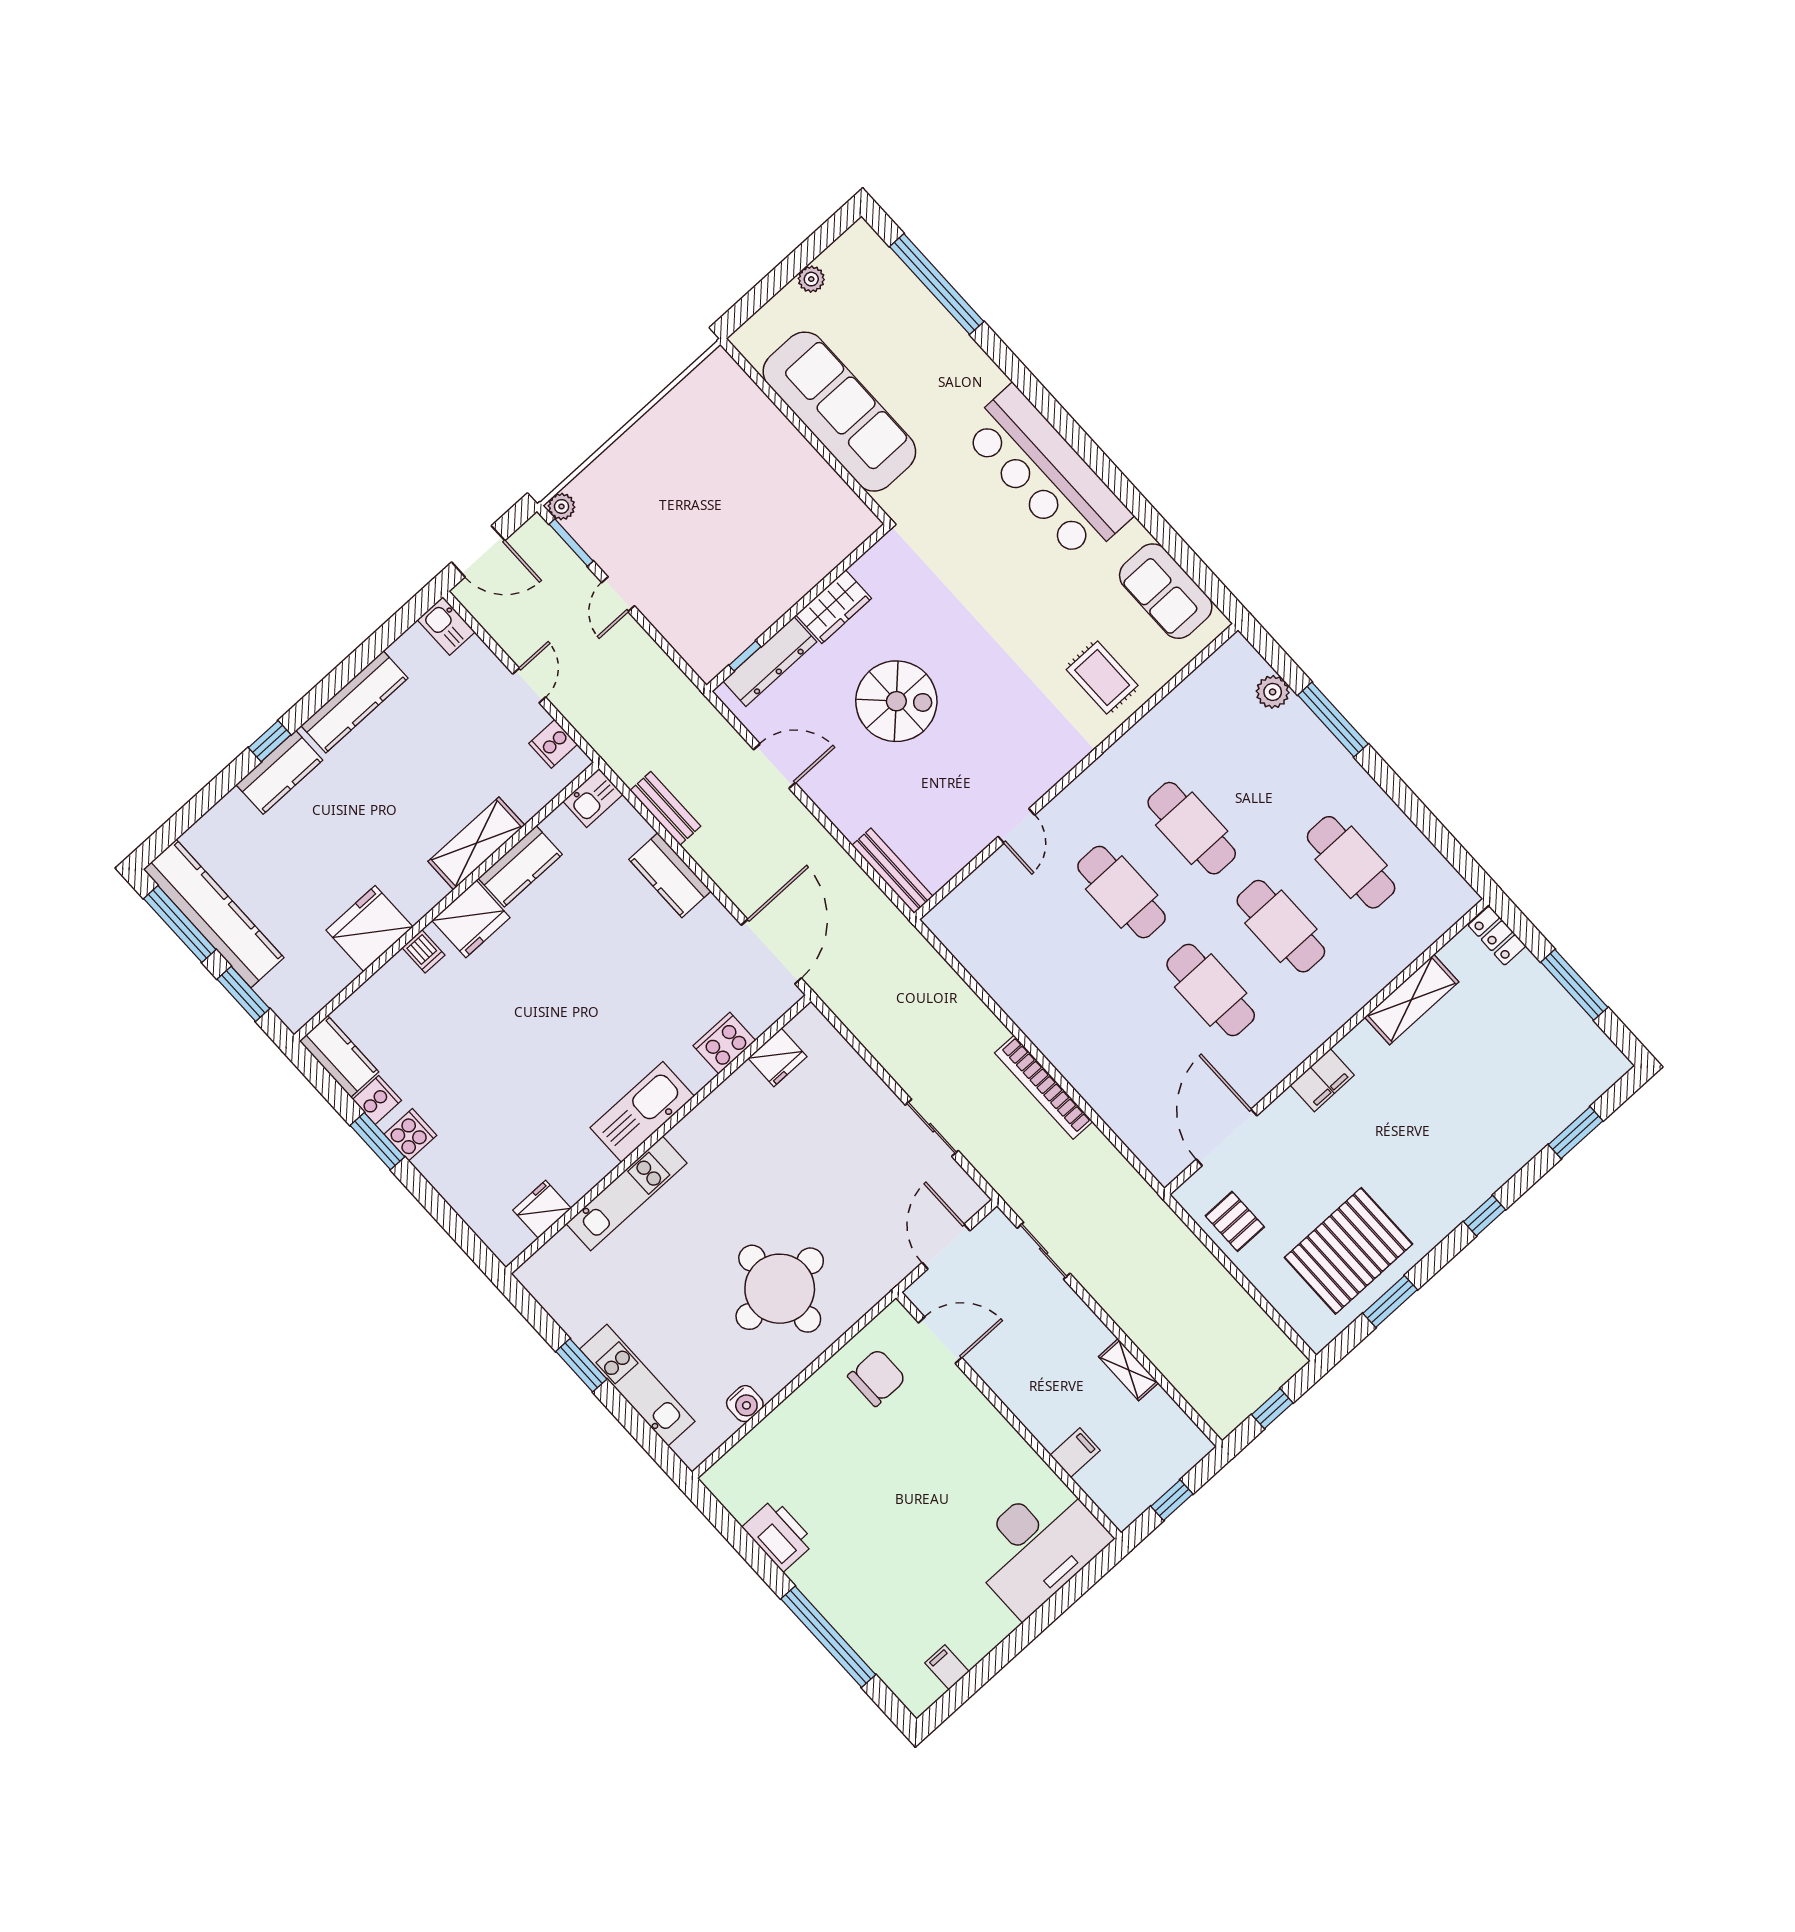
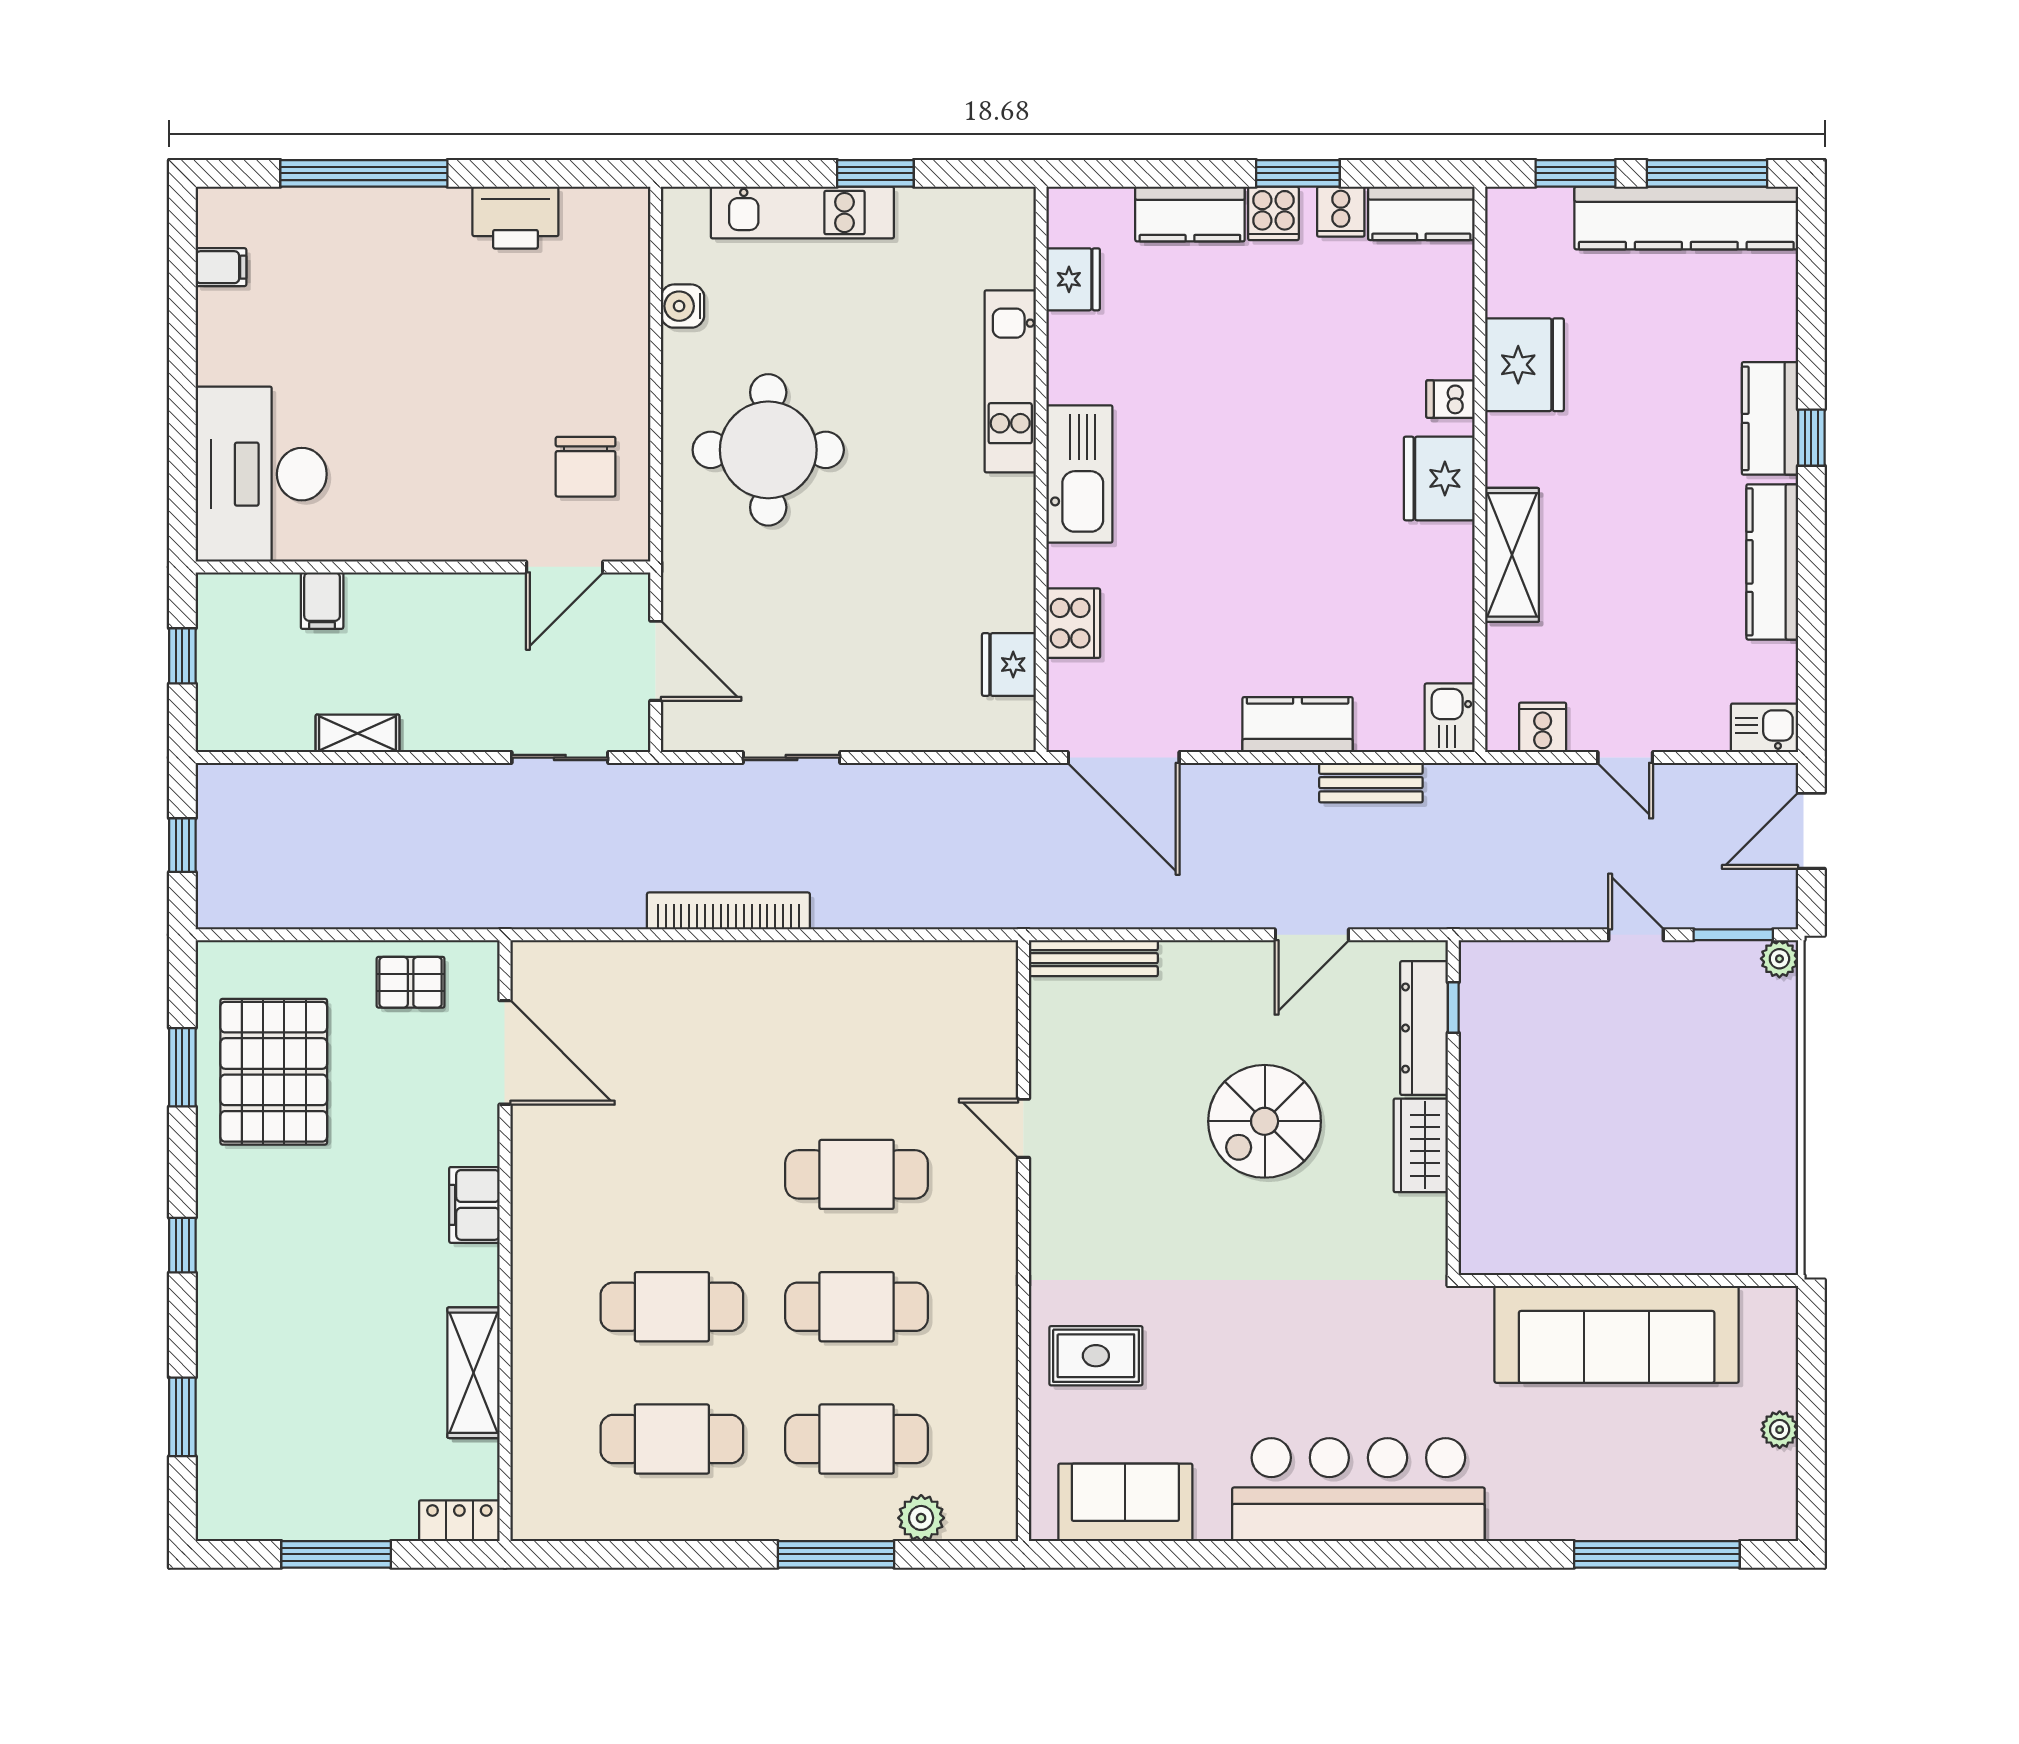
kitchen counter: (520, 866) -> (1190, 214), moved, turned -90
cafe table: (1211, 990) -> (857, 1439), moved

